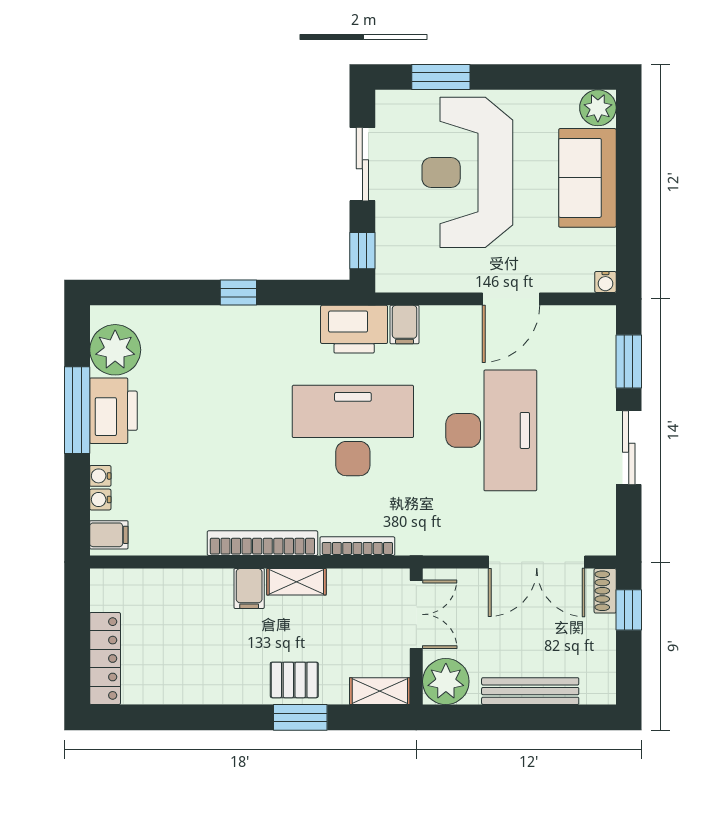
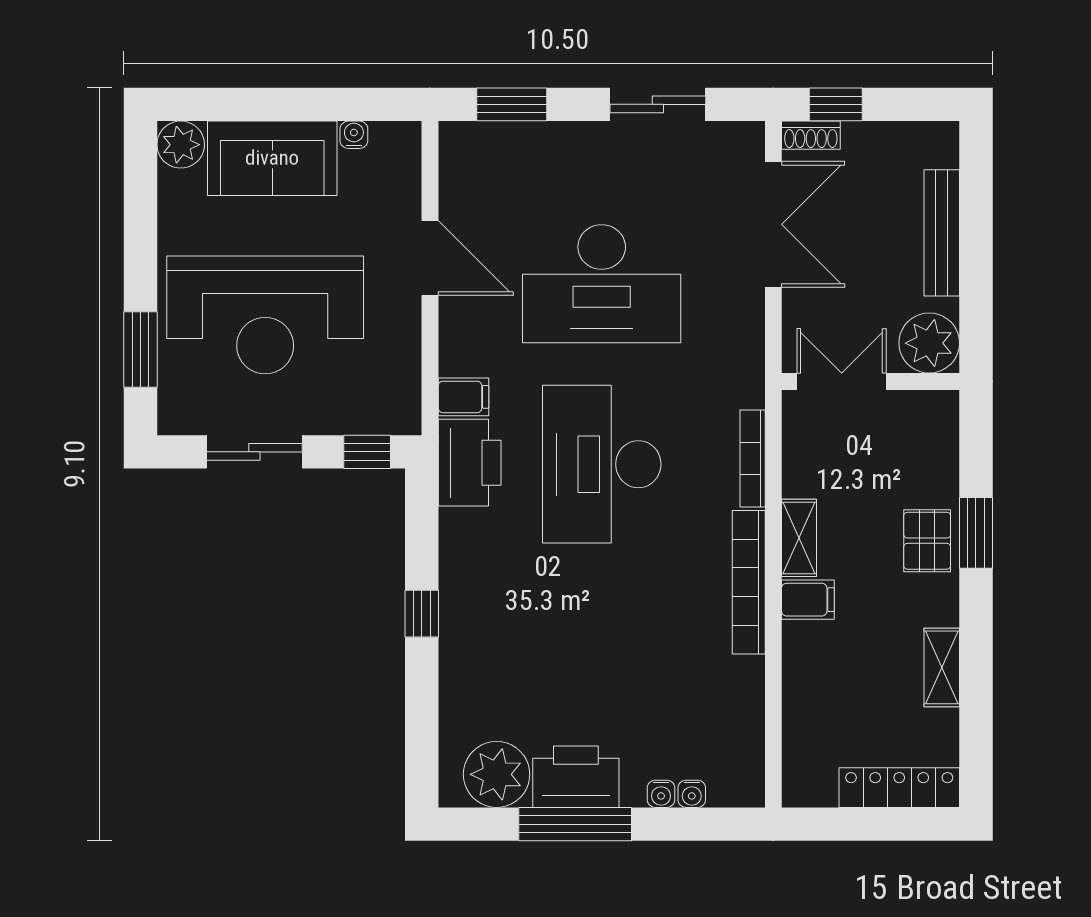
water cooler: (605, 282) -> (354, 135), moved, turned -90
desk: (491, 430) -> (602, 284), turned 180
sliding door: (629, 448) -> (658, 104), moved
filing cabinet: (109, 535) -> (738, 783), removed
shelving: (380, 691) -> (942, 667), moved

